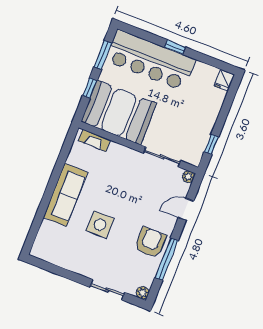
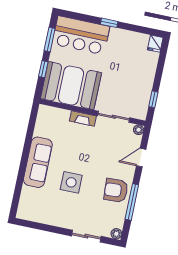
bar counter: (150, 60) -> (81, 35), width x0.73
fireplace: (94, 140) -> (83, 118), moved
armchair: (150, 243) -> (116, 190), turned -93

